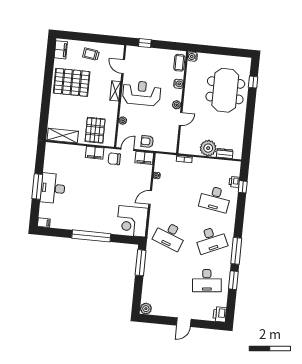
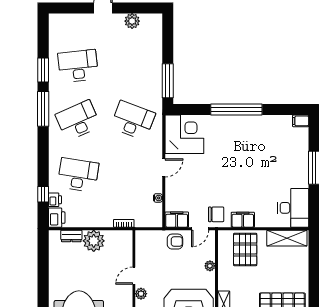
desk: (53, 188) -> (293, 208), moved
plant: (146, 309) -> (132, 21), moved
printer: (220, 314) -> (57, 218), moved

